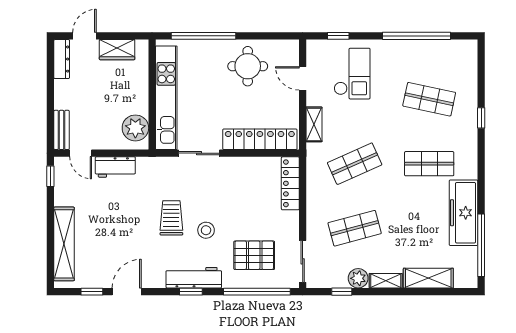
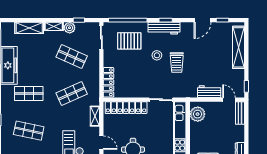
shop shelf: (355, 228) -> (72, 56), turned 39

